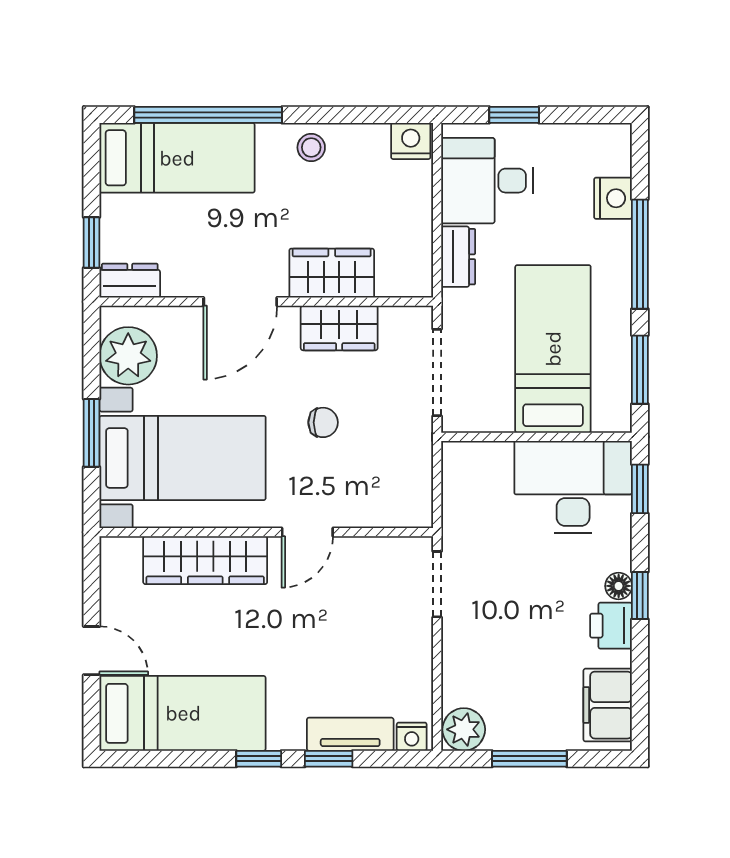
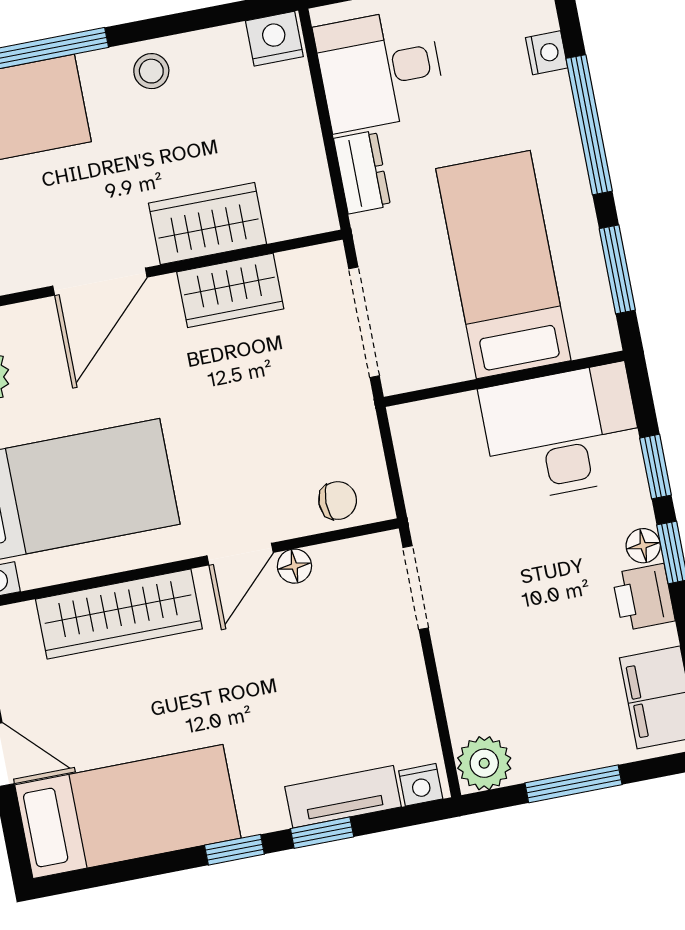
nightstand: (613, 198) -> (547, 53), width x0.72, depth x0.74
chair: (323, 422) -> (338, 501), moved
window: (640, 489) -> (656, 467), moved
floor lamp: (347, 550) -> (294, 566), added

